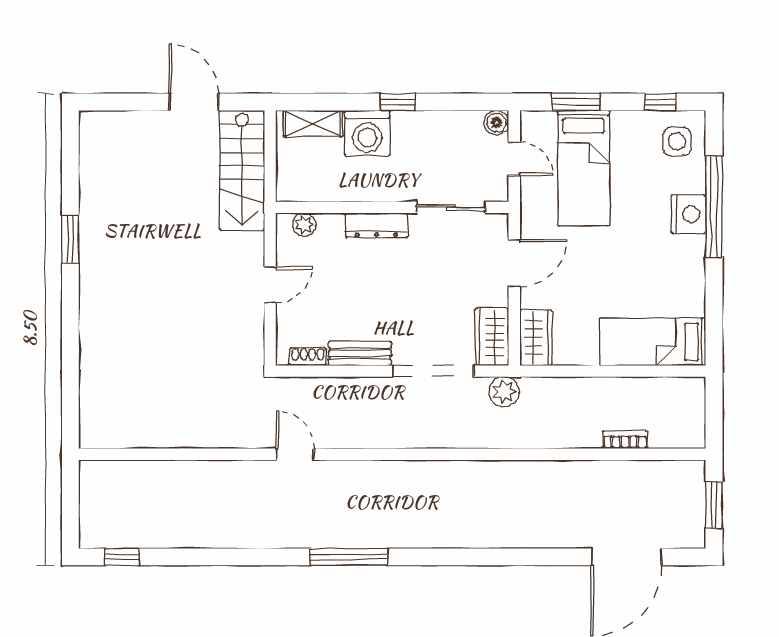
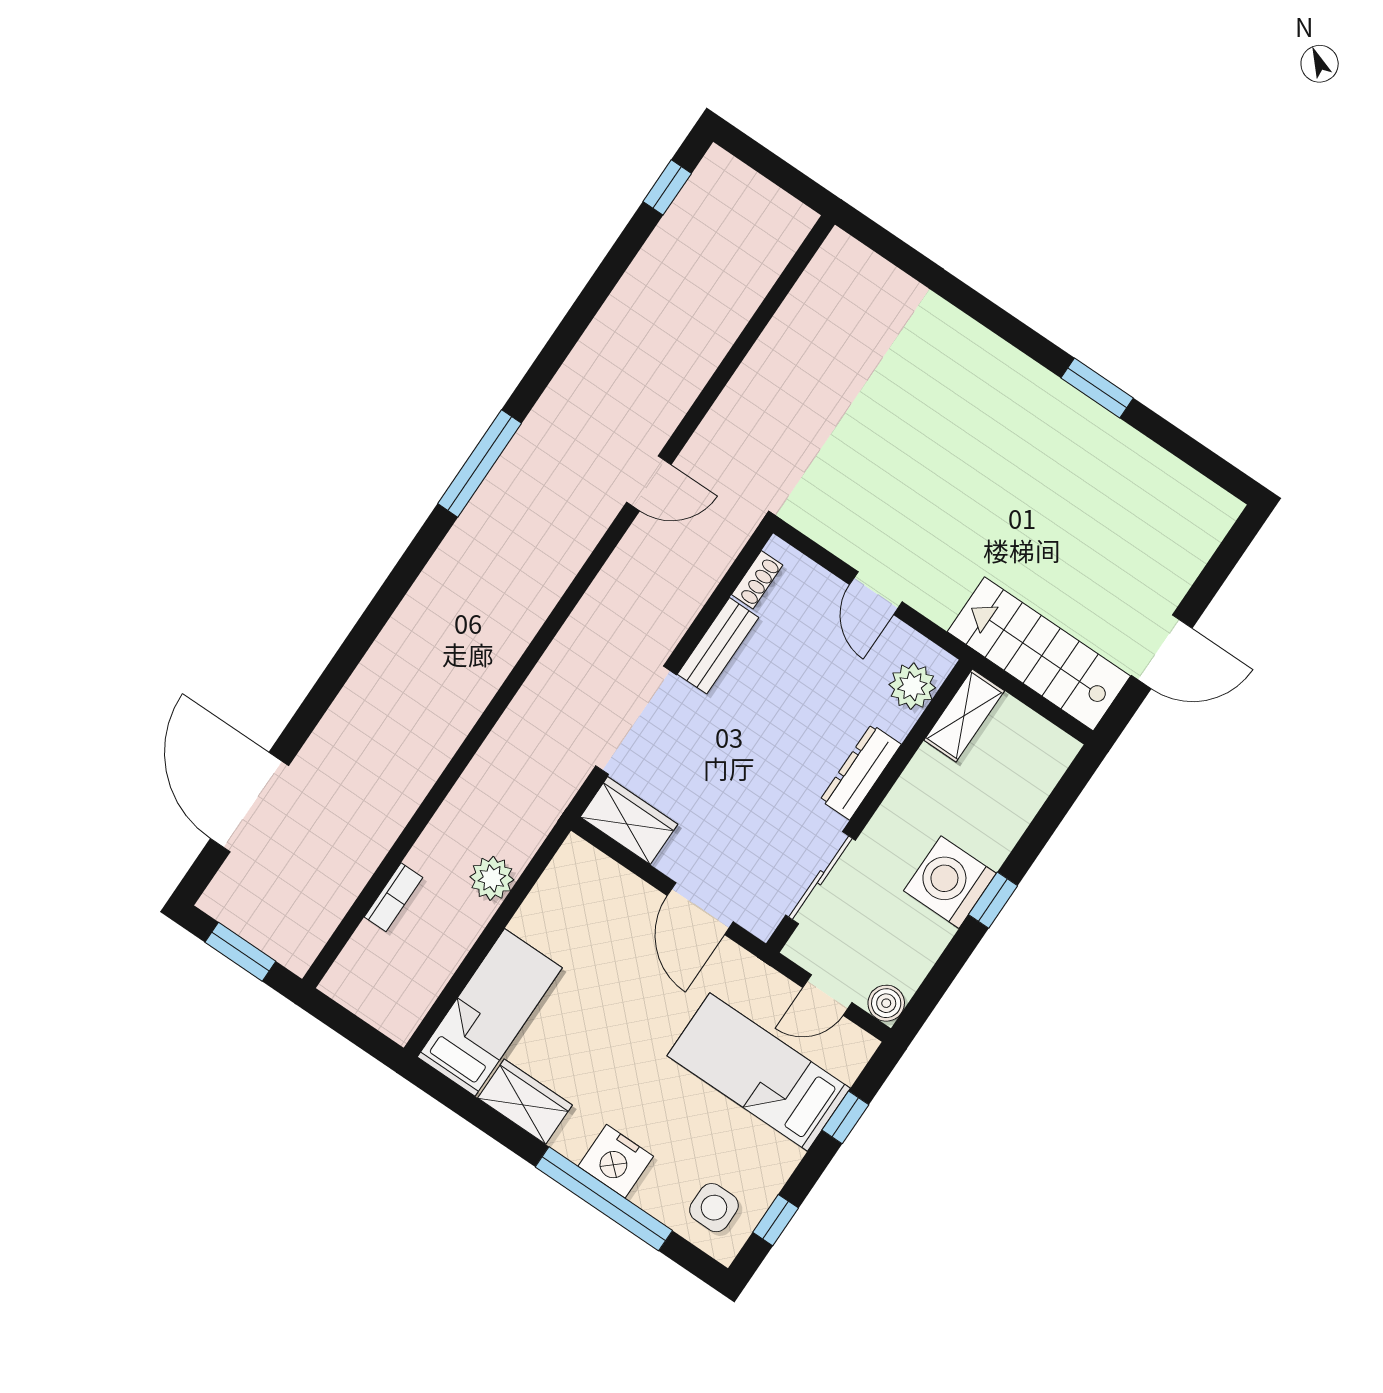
window: (576, 102) -> (845, 1117), width x0.67
shelving: (313, 124) -> (964, 715), moved
washing machine: (367, 133) -> (950, 882), moved
plant: (304, 225) -> (912, 686), width x1.38, depth x1.38
wardrobe: (536, 338) -> (525, 1102), moved, turned 180
plant: (504, 392) -> (492, 878), moved

